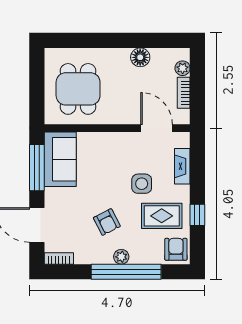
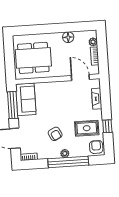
dining table: (78, 89) -> (33, 58), width x1.38
side table: (142, 184) -> (74, 110), removed

